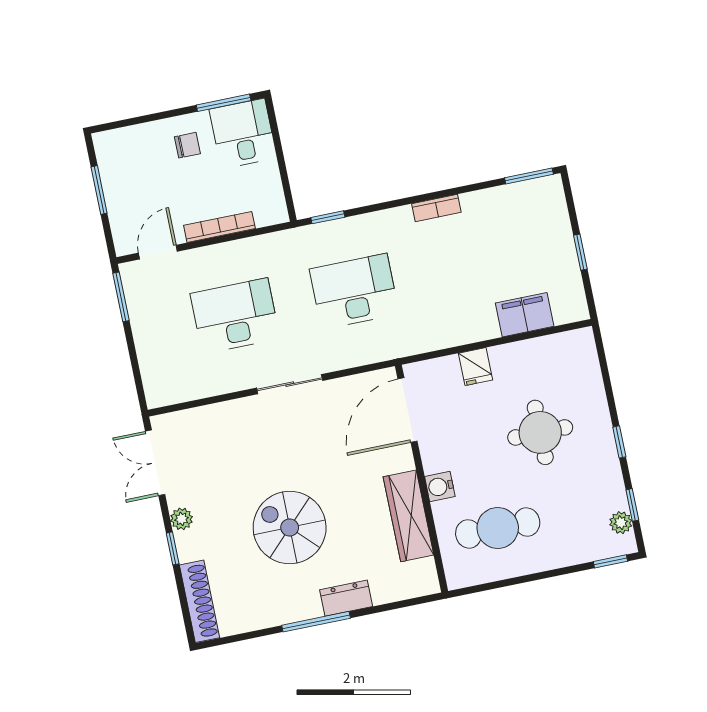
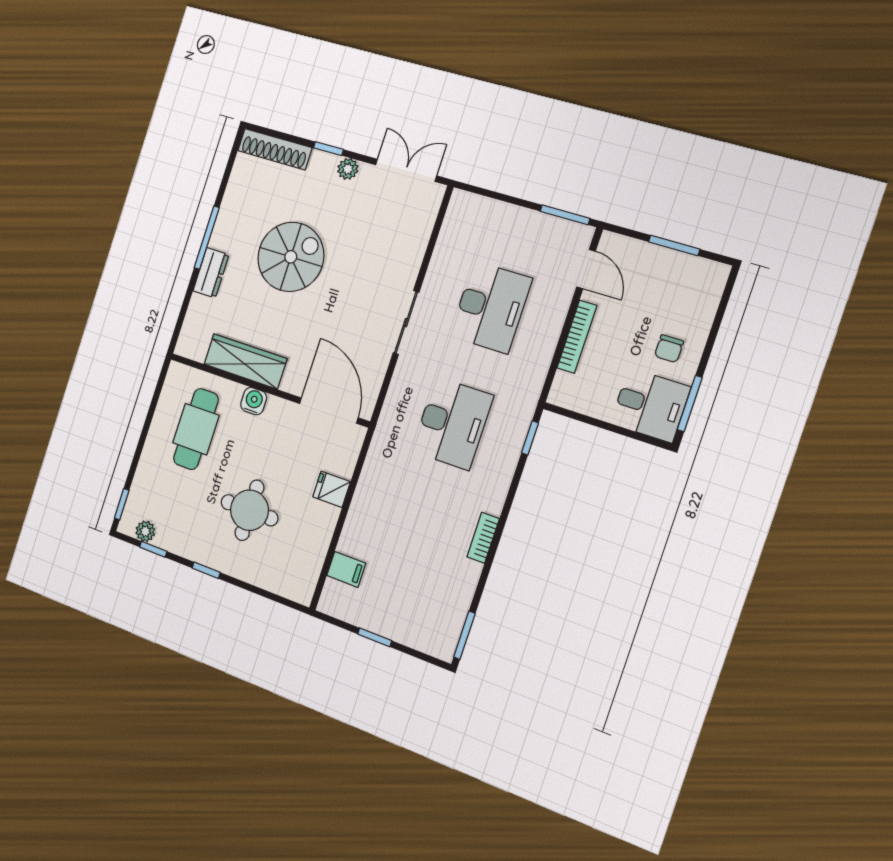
filing cabinet: (525, 315) -> (346, 569), width x0.50

